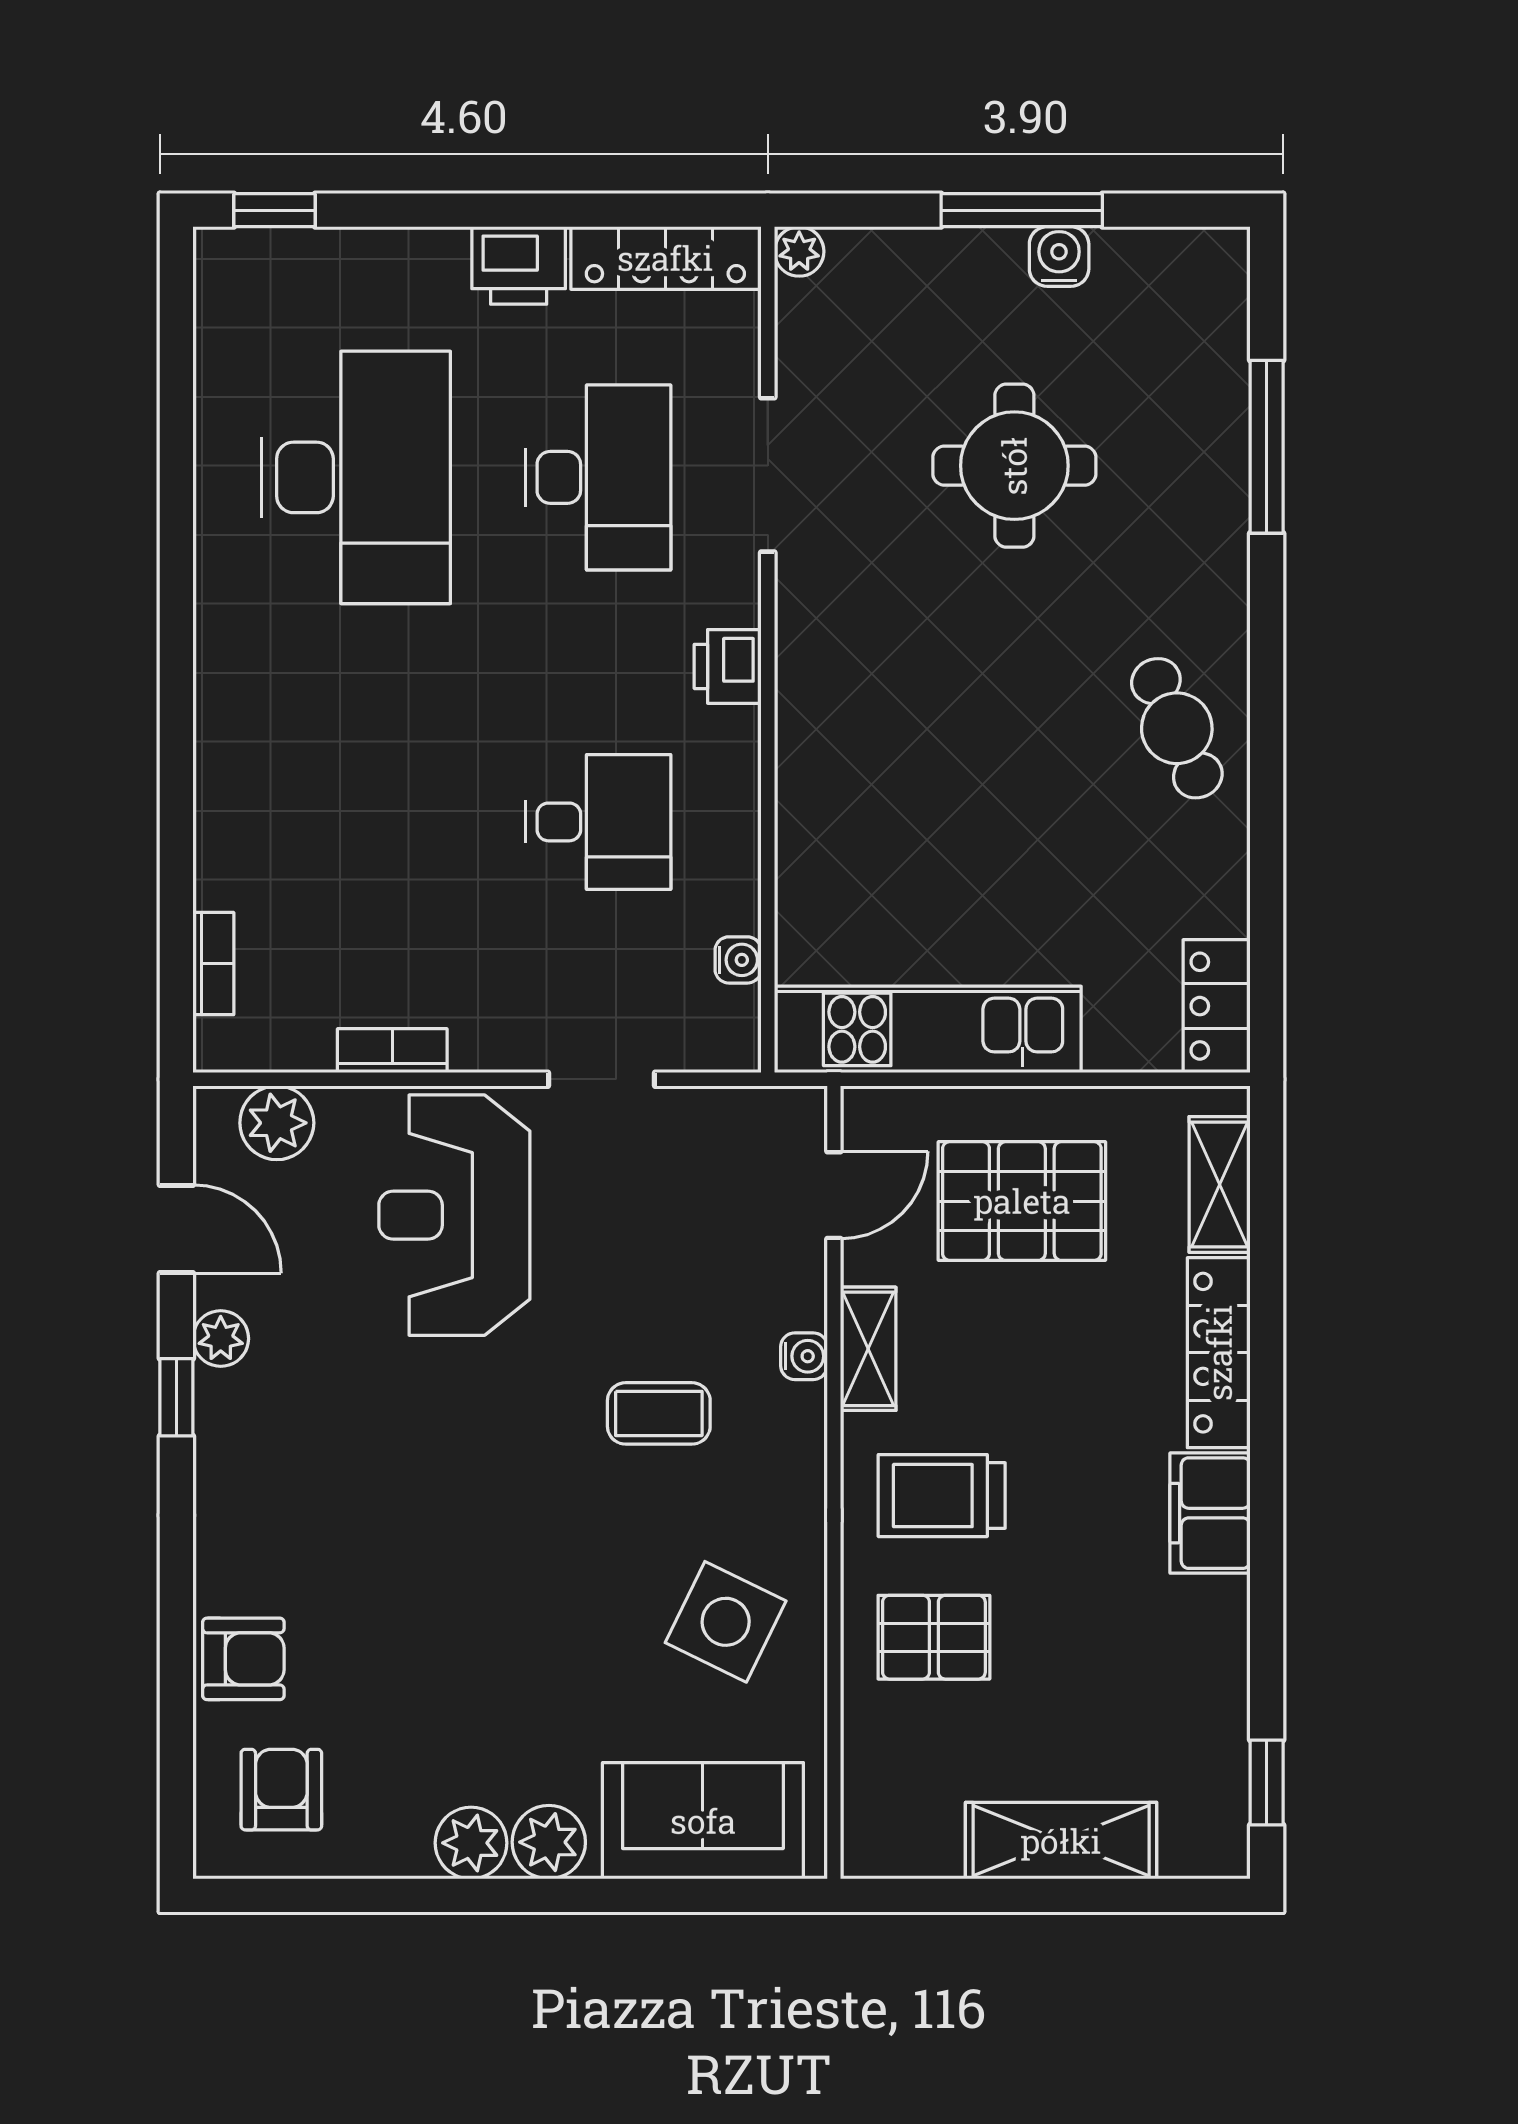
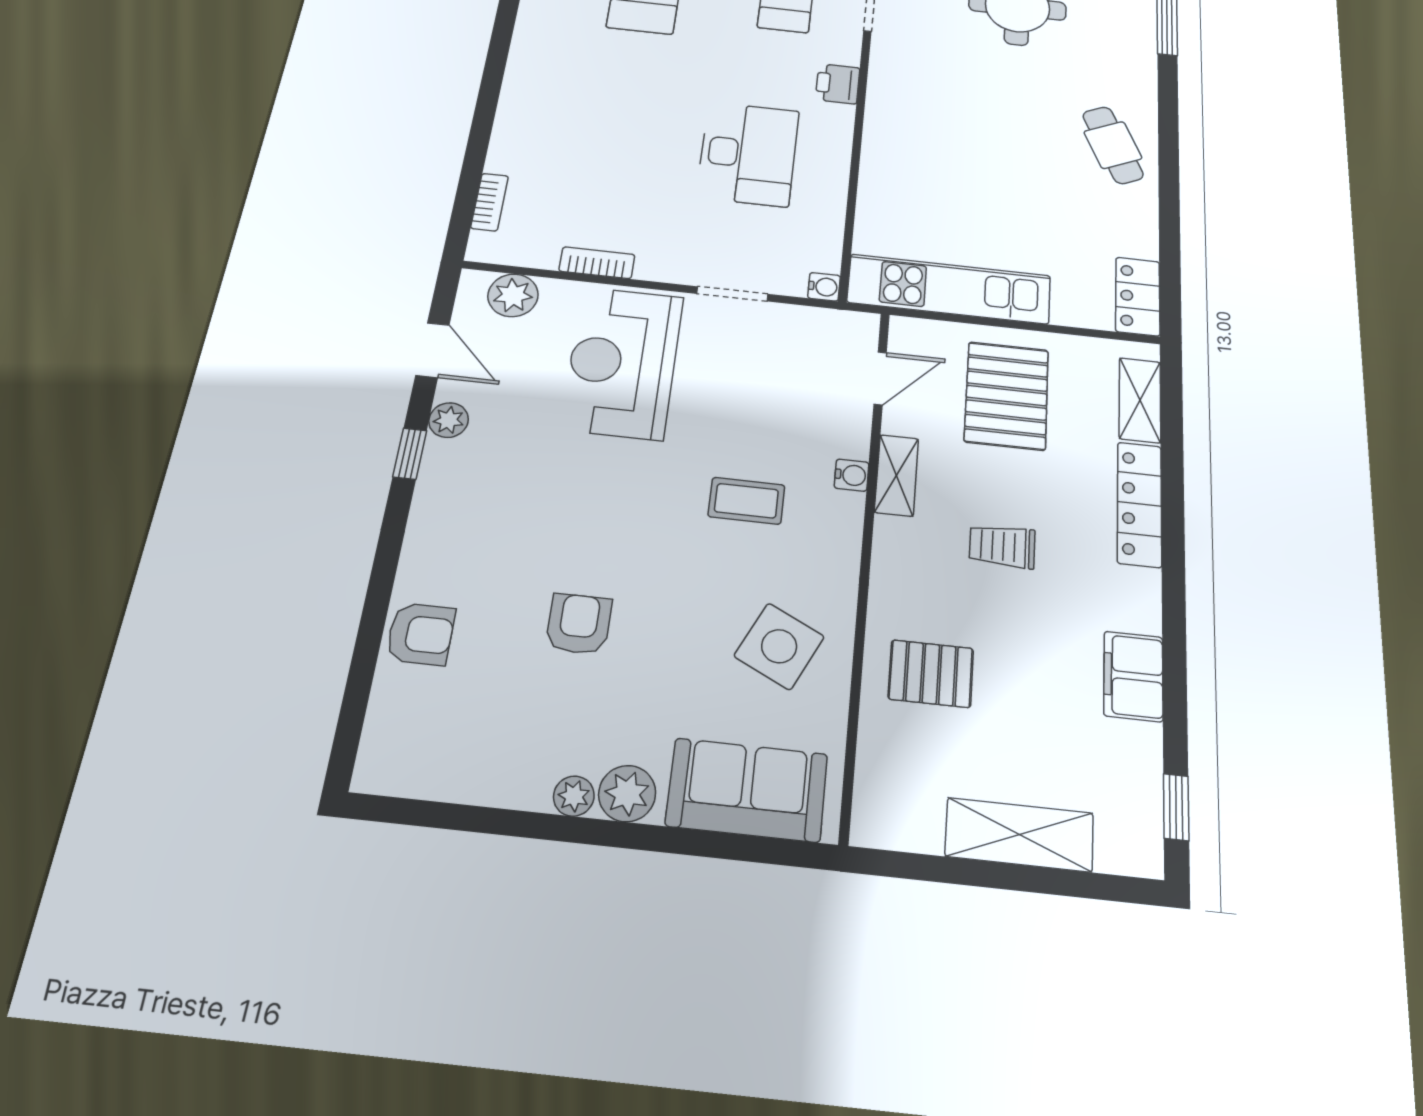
desk: (598, 822) -> (748, 154), width x1.37
water cooler: (738, 960) -> (824, 287), moved
pallet: (1022, 1201) -> (1007, 396), turned 90
trolley: (942, 1496) -> (1002, 546), moved, width x0.73, depth x0.72
filing cabinet: (1210, 1513) -> (1133, 676), moved
armchair: (281, 1790) -> (579, 624), moved
plant: (471, 1843) -> (574, 796), width x0.73, depth x0.73

